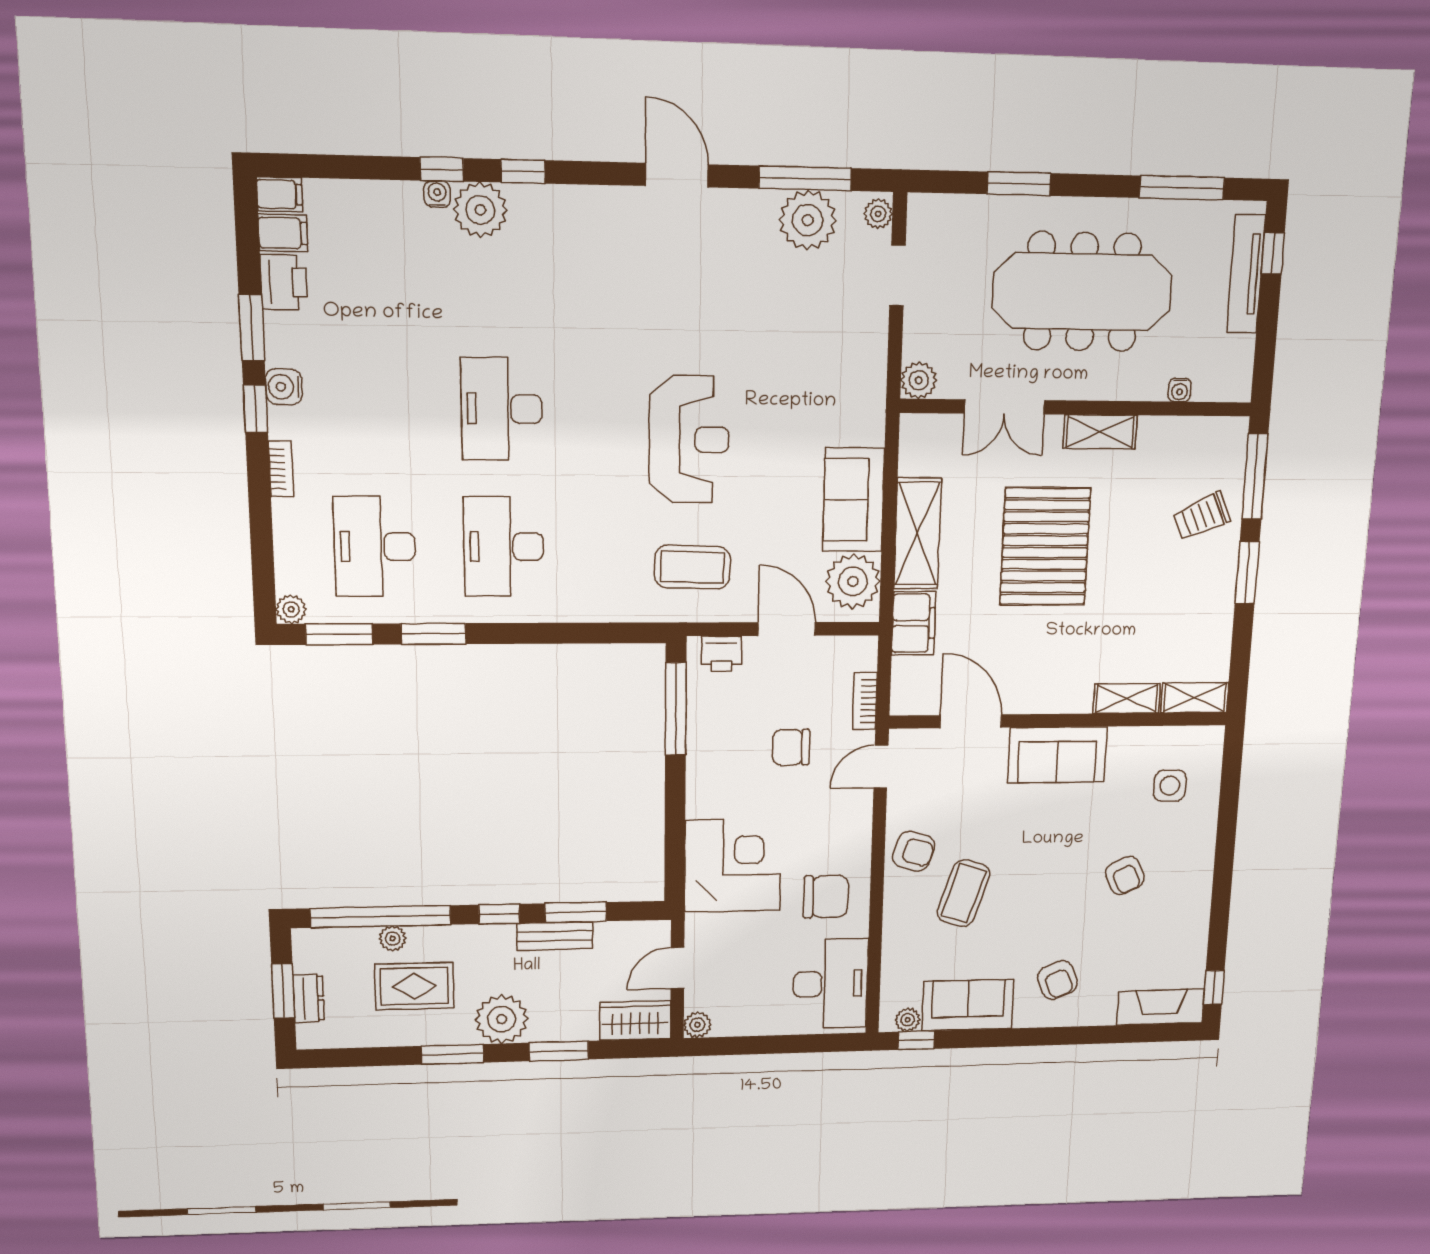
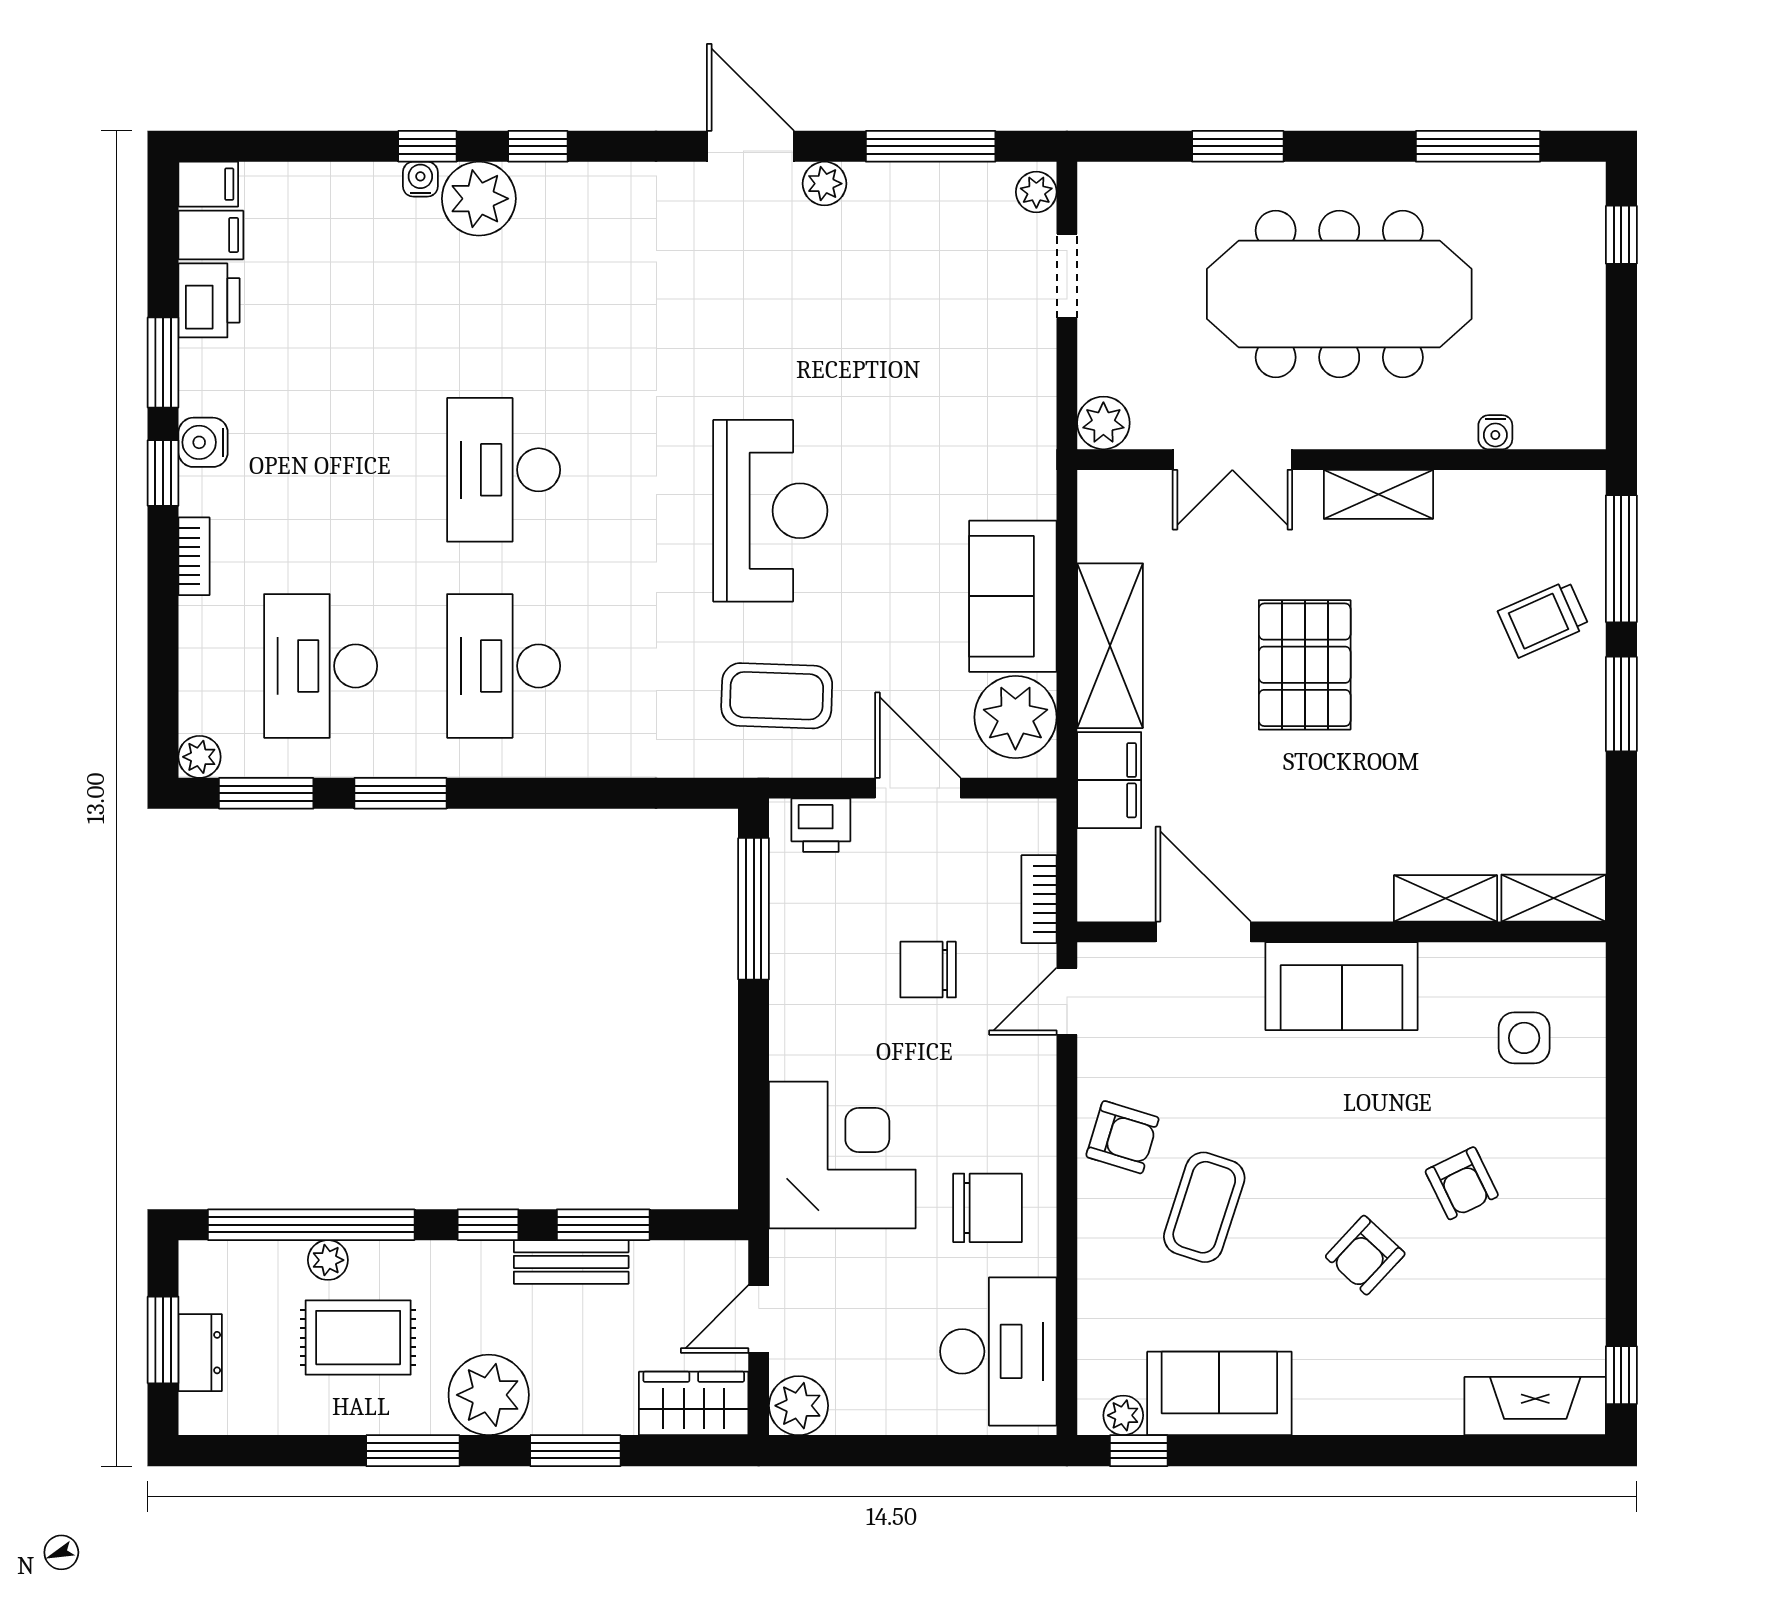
plant: (808, 220) -> (824, 184), moved, width x0.53, depth x0.53
tv unit: (1246, 274) -> (1583, 265), removed
pallet: (1045, 547) -> (1305, 665), width x0.73, depth x0.71
armchair: (1057, 980) -> (1365, 1255), moved, turned 66
plant: (697, 1025) -> (799, 1406), width x1.38, depth x1.38

